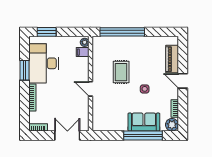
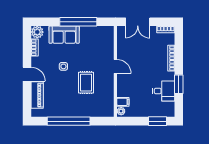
window: (122, 32) -> (69, 121), moved
desk: (44, 63) -> (164, 91), width x0.53, depth x0.77
window: (143, 135) -> (78, 22), moved

